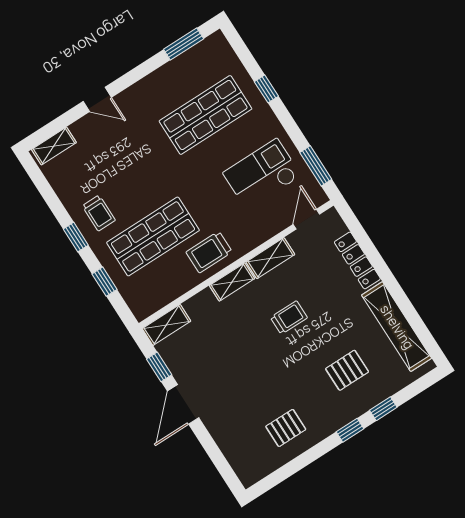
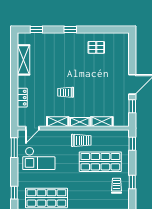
locker: (357, 260) -> (22, 98), width x0.66
window: (104, 282) -> (132, 144), moved
shelving: (167, 325) -> (102, 122), moved
shelving: (397, 327) -> (24, 60), width x0.68
pallet: (347, 370) -> (56, 55), removed
window: (383, 409) -> (36, 29), moved

